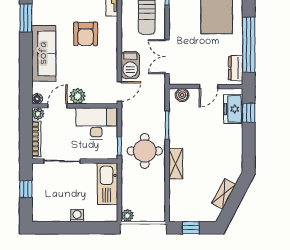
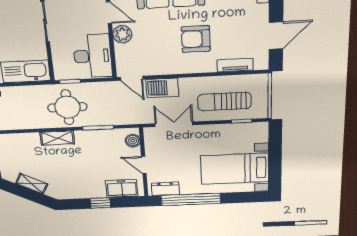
window: (249, 113) -> (100, 203), moved

